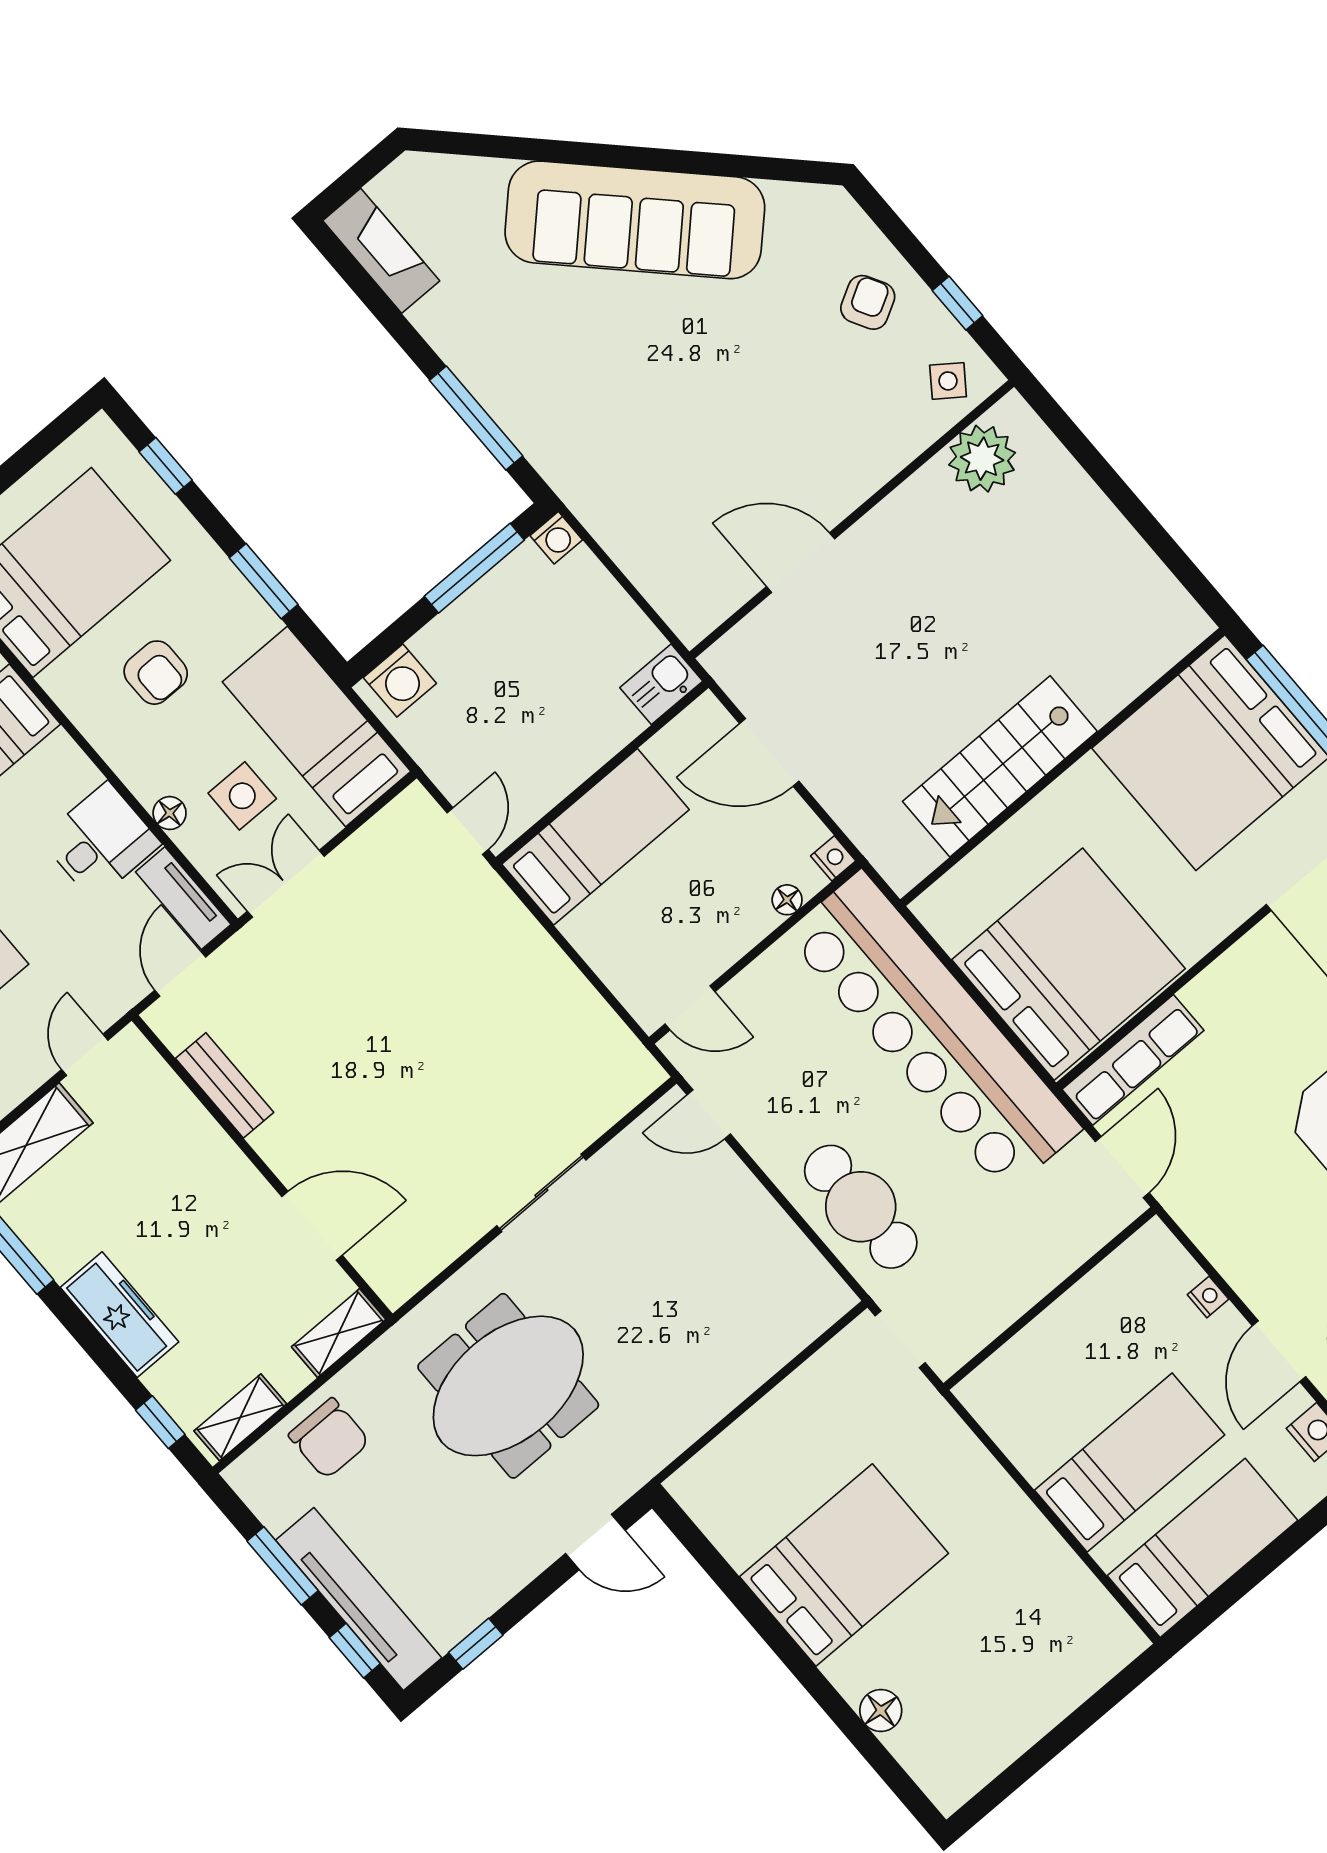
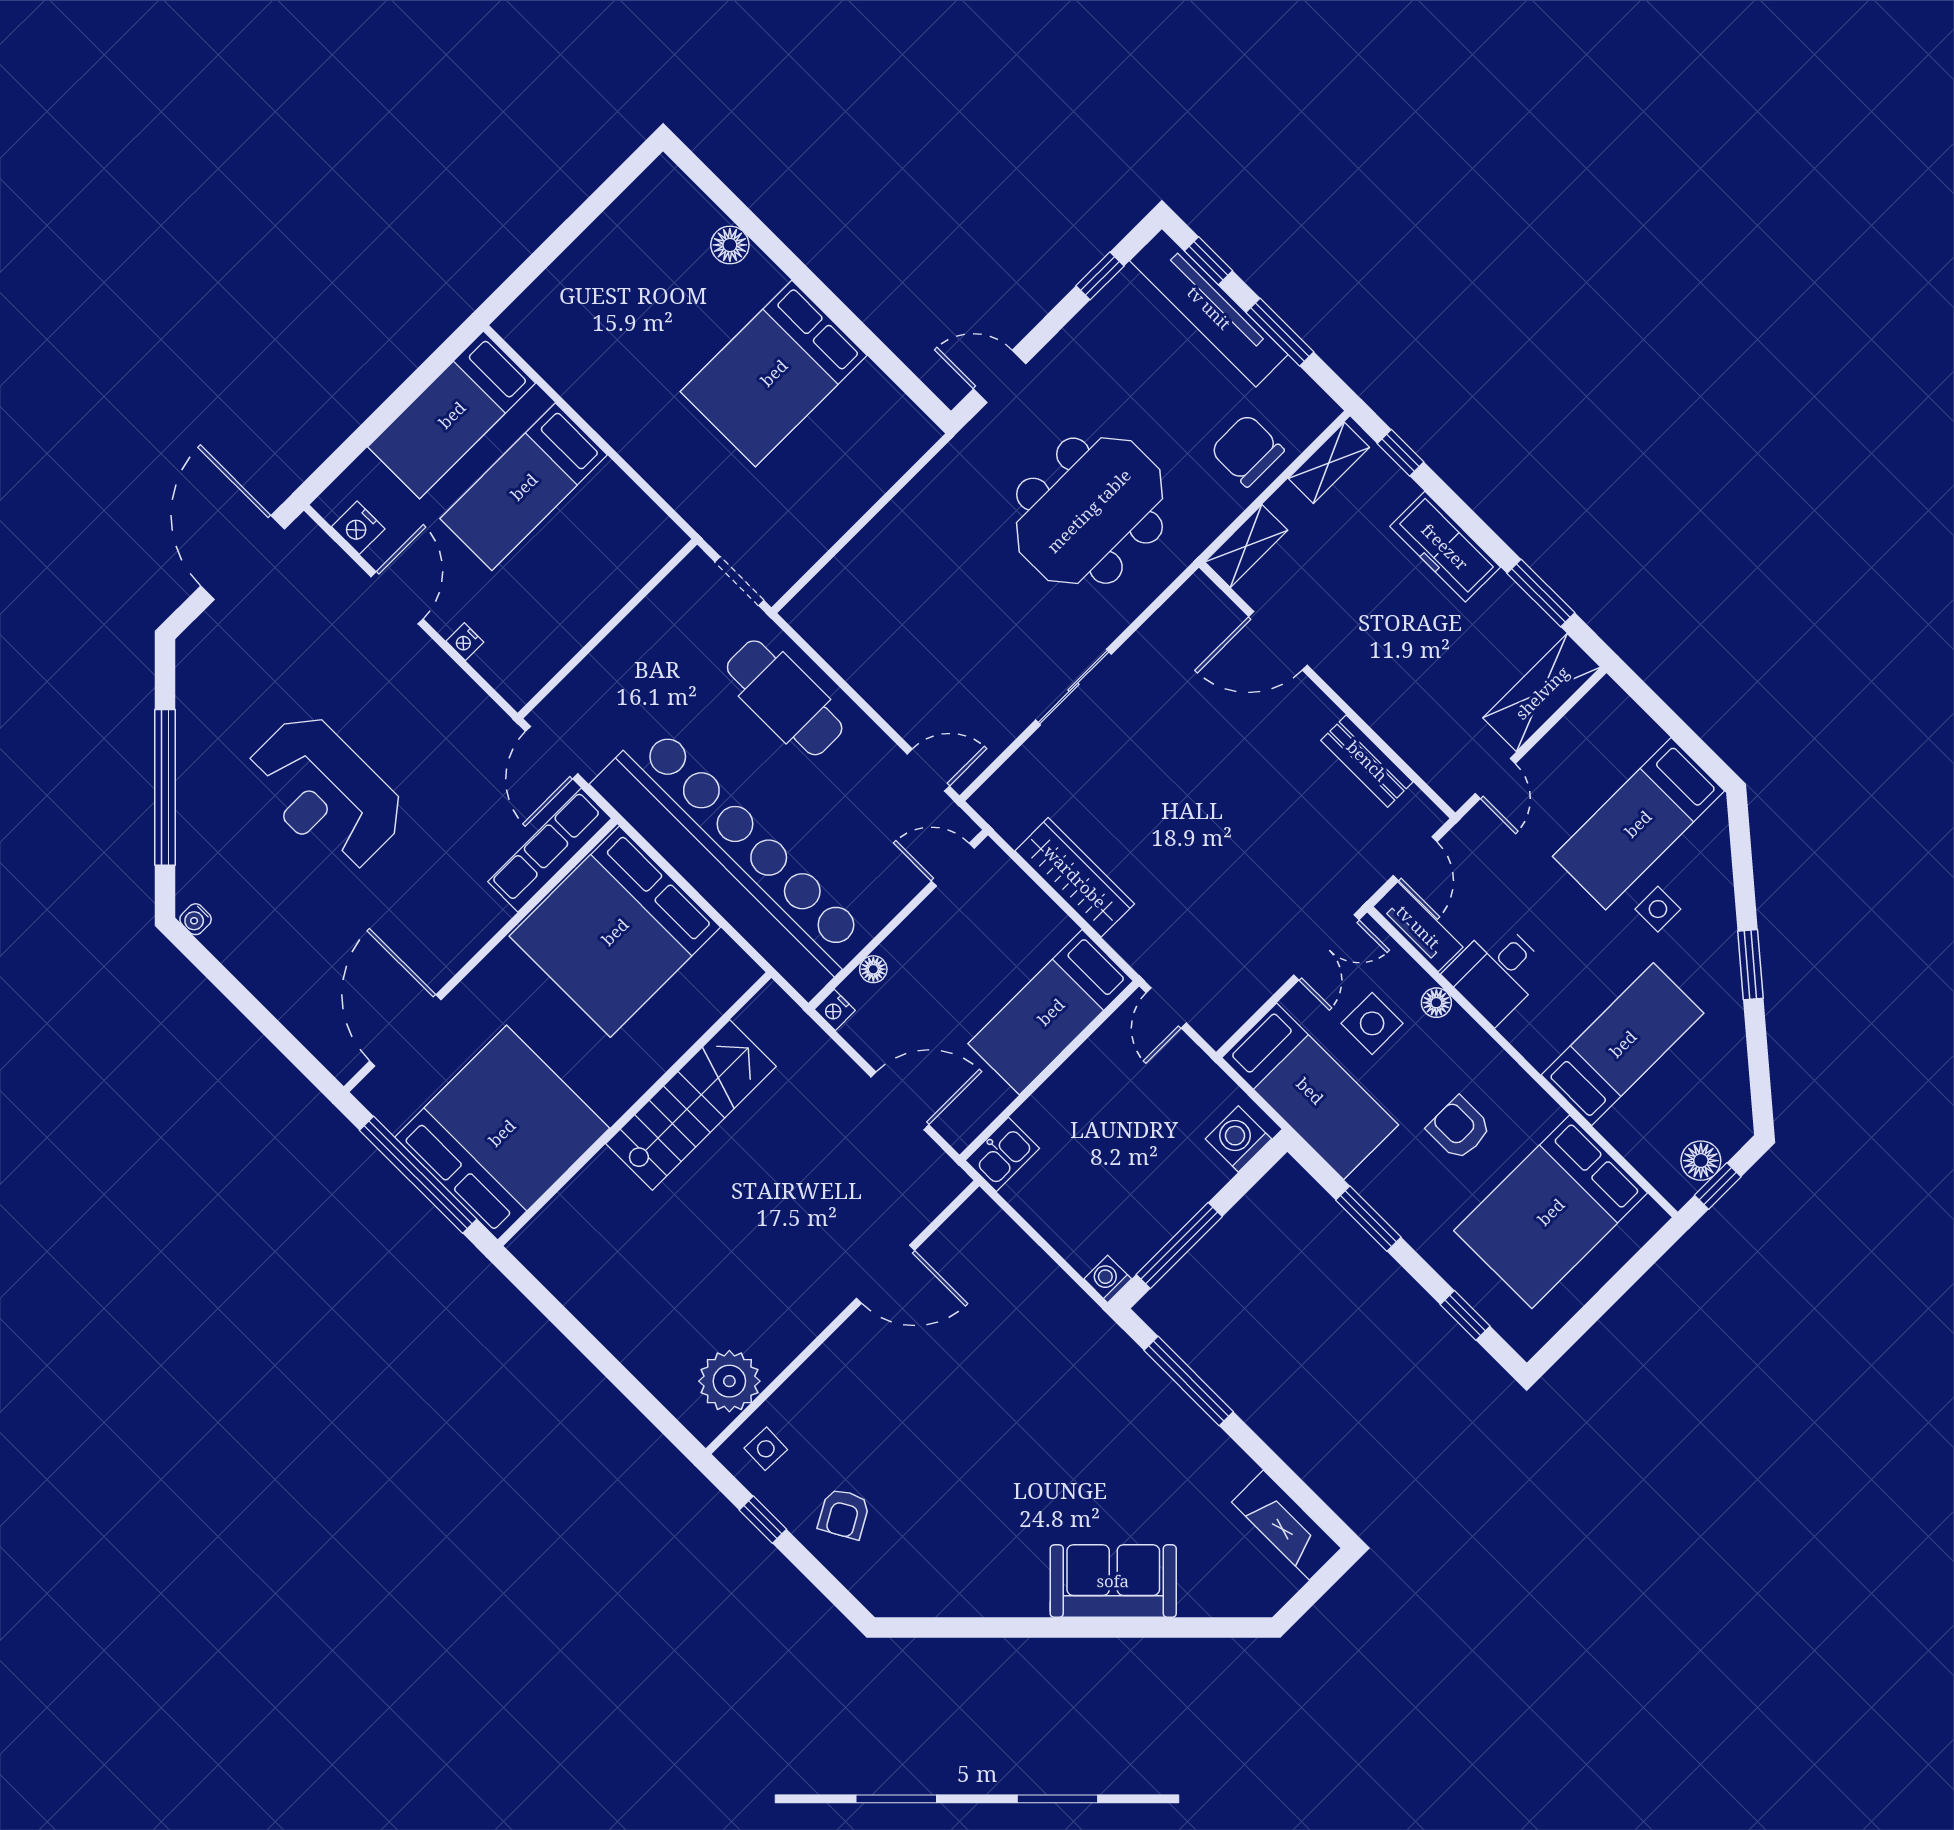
sofa: (635, 220) -> (1113, 1581), width x0.54, depth x0.79
side table: (948, 381) -> (766, 1449), turned -34
wardrobe: (557, 983) -> (1075, 877), added

